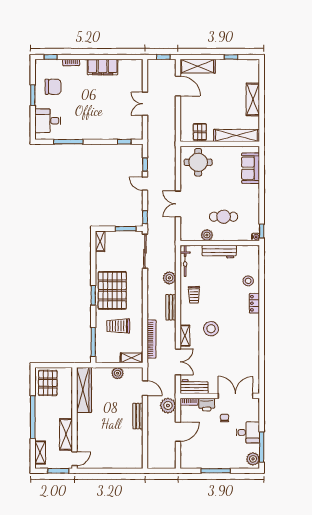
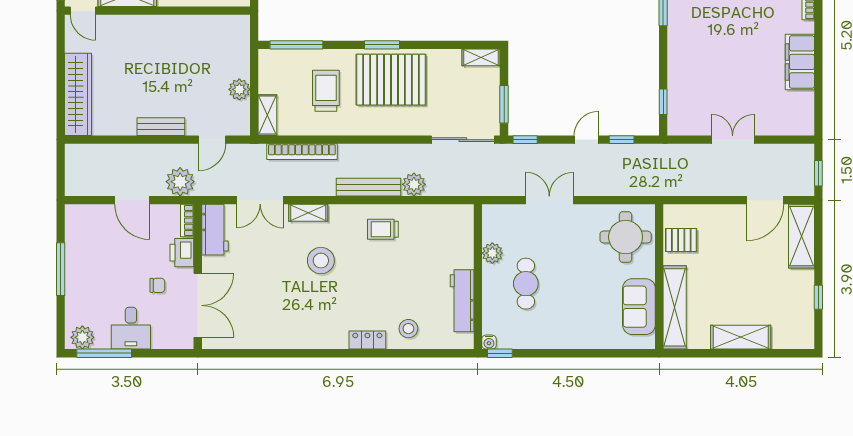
sofa: (251, 168) -> (639, 307), moved, turned -90
workbench: (219, 252) -> (462, 301), moved
bicycle: (185, 261) -> (445, 213), removed
bench: (171, 307) -> (369, 187), width x1.36
wardrobe: (84, 390) -> (78, 94), moved, turned -90

